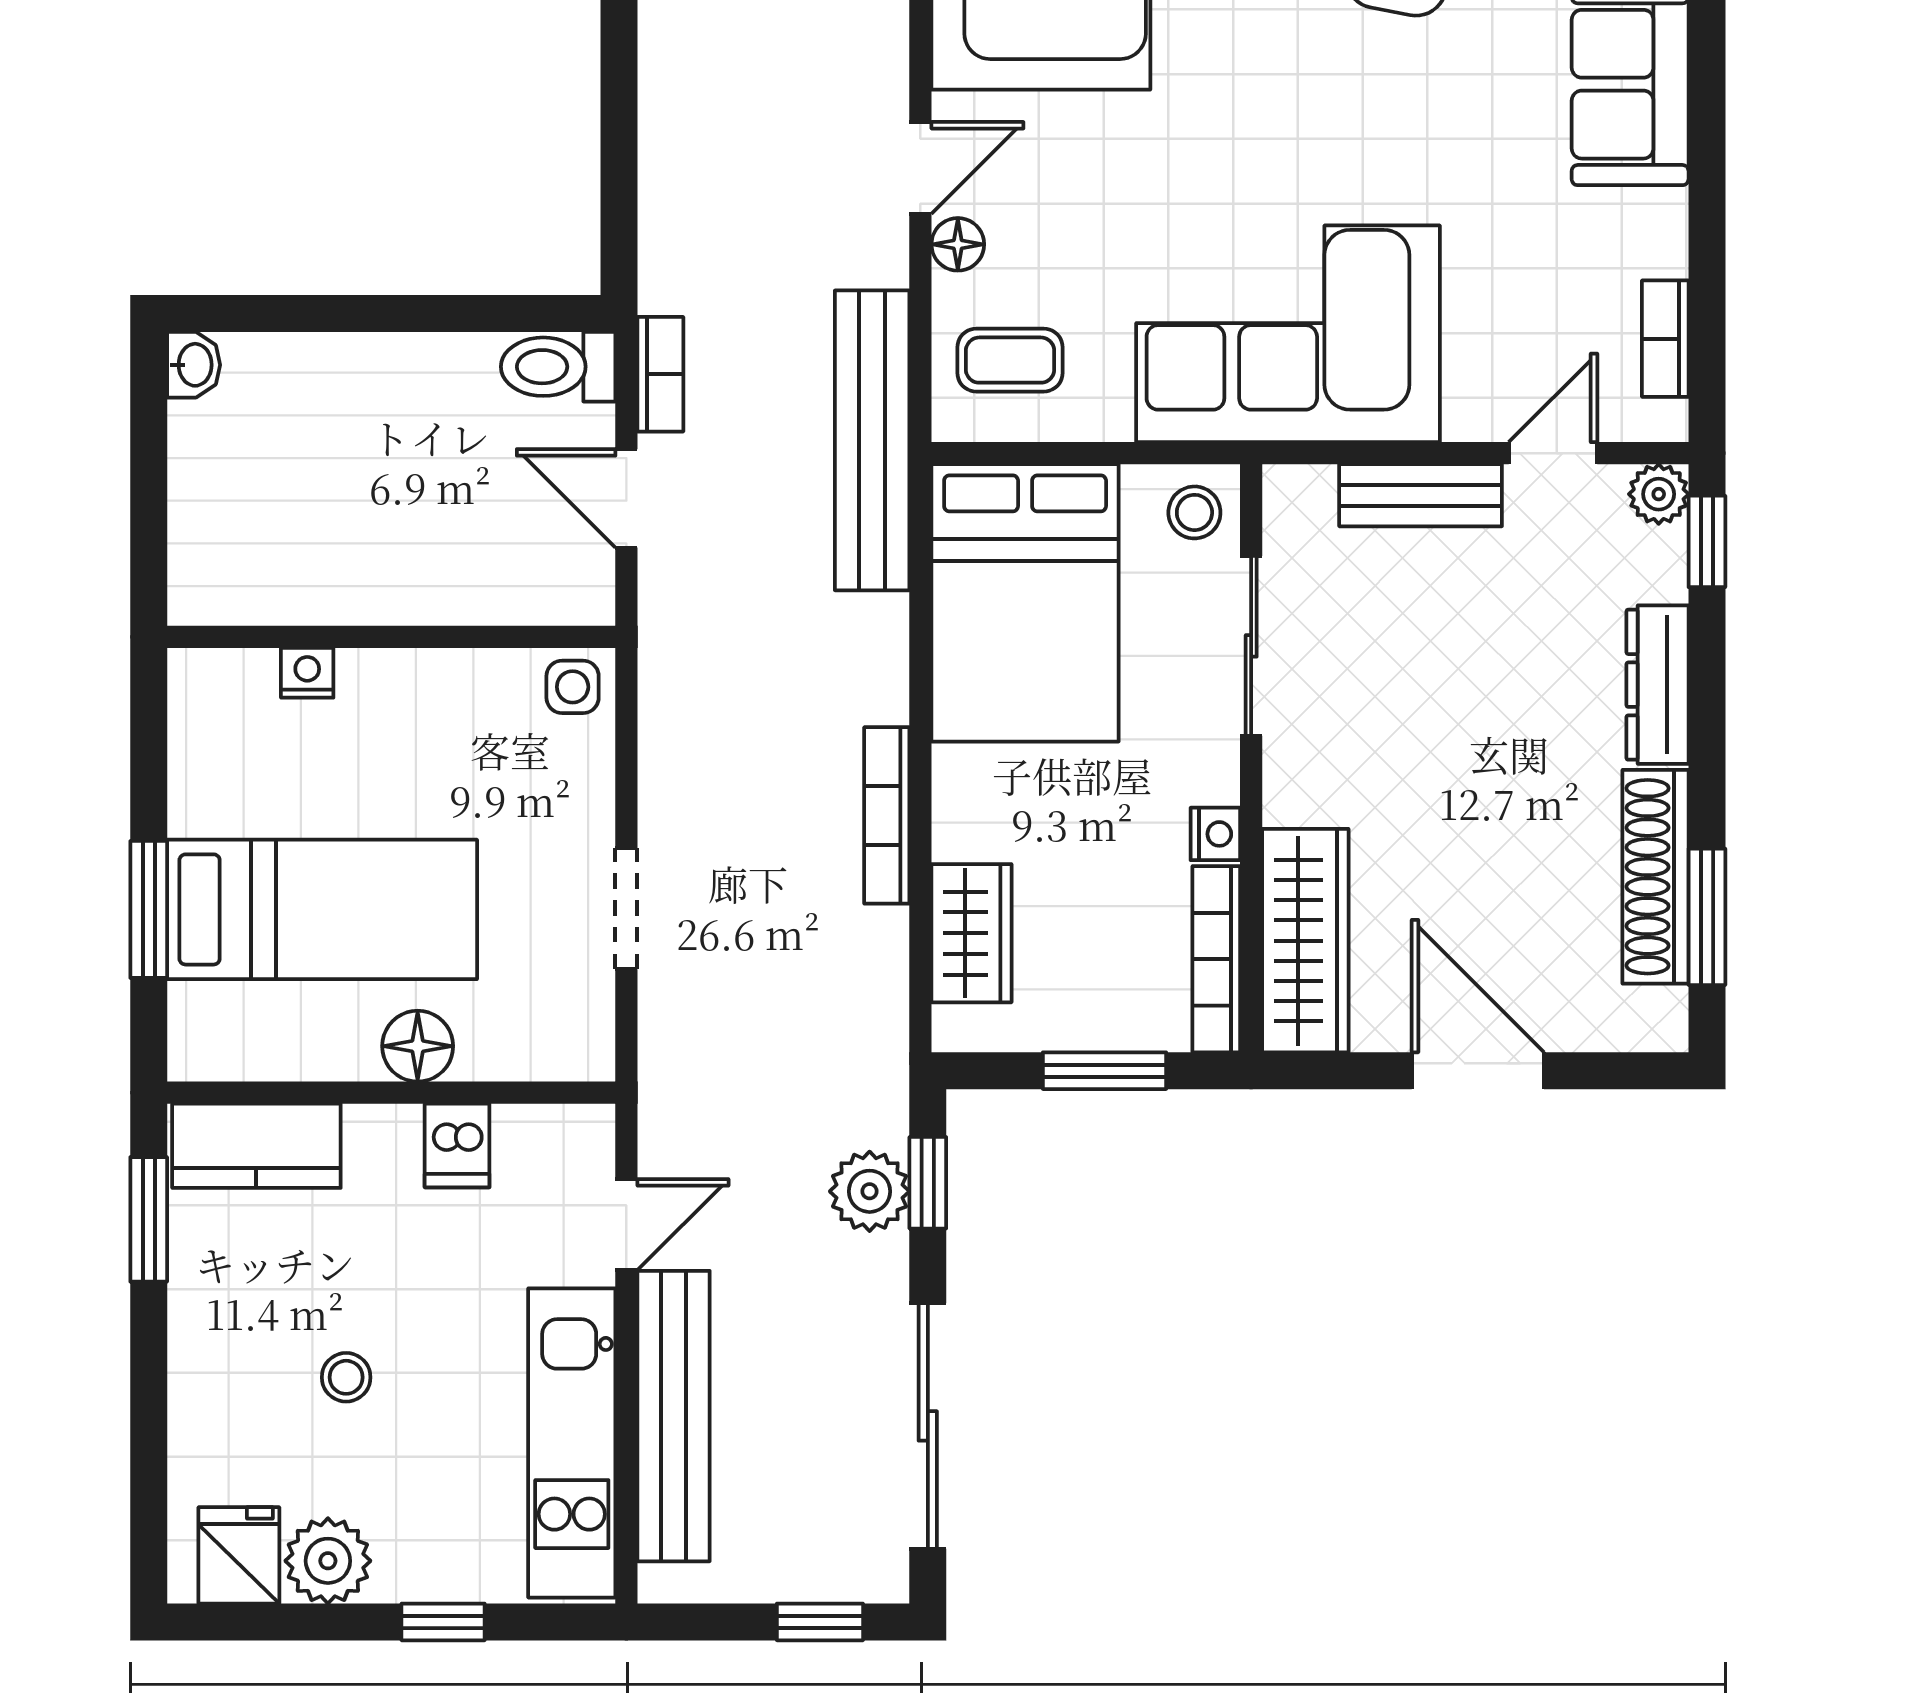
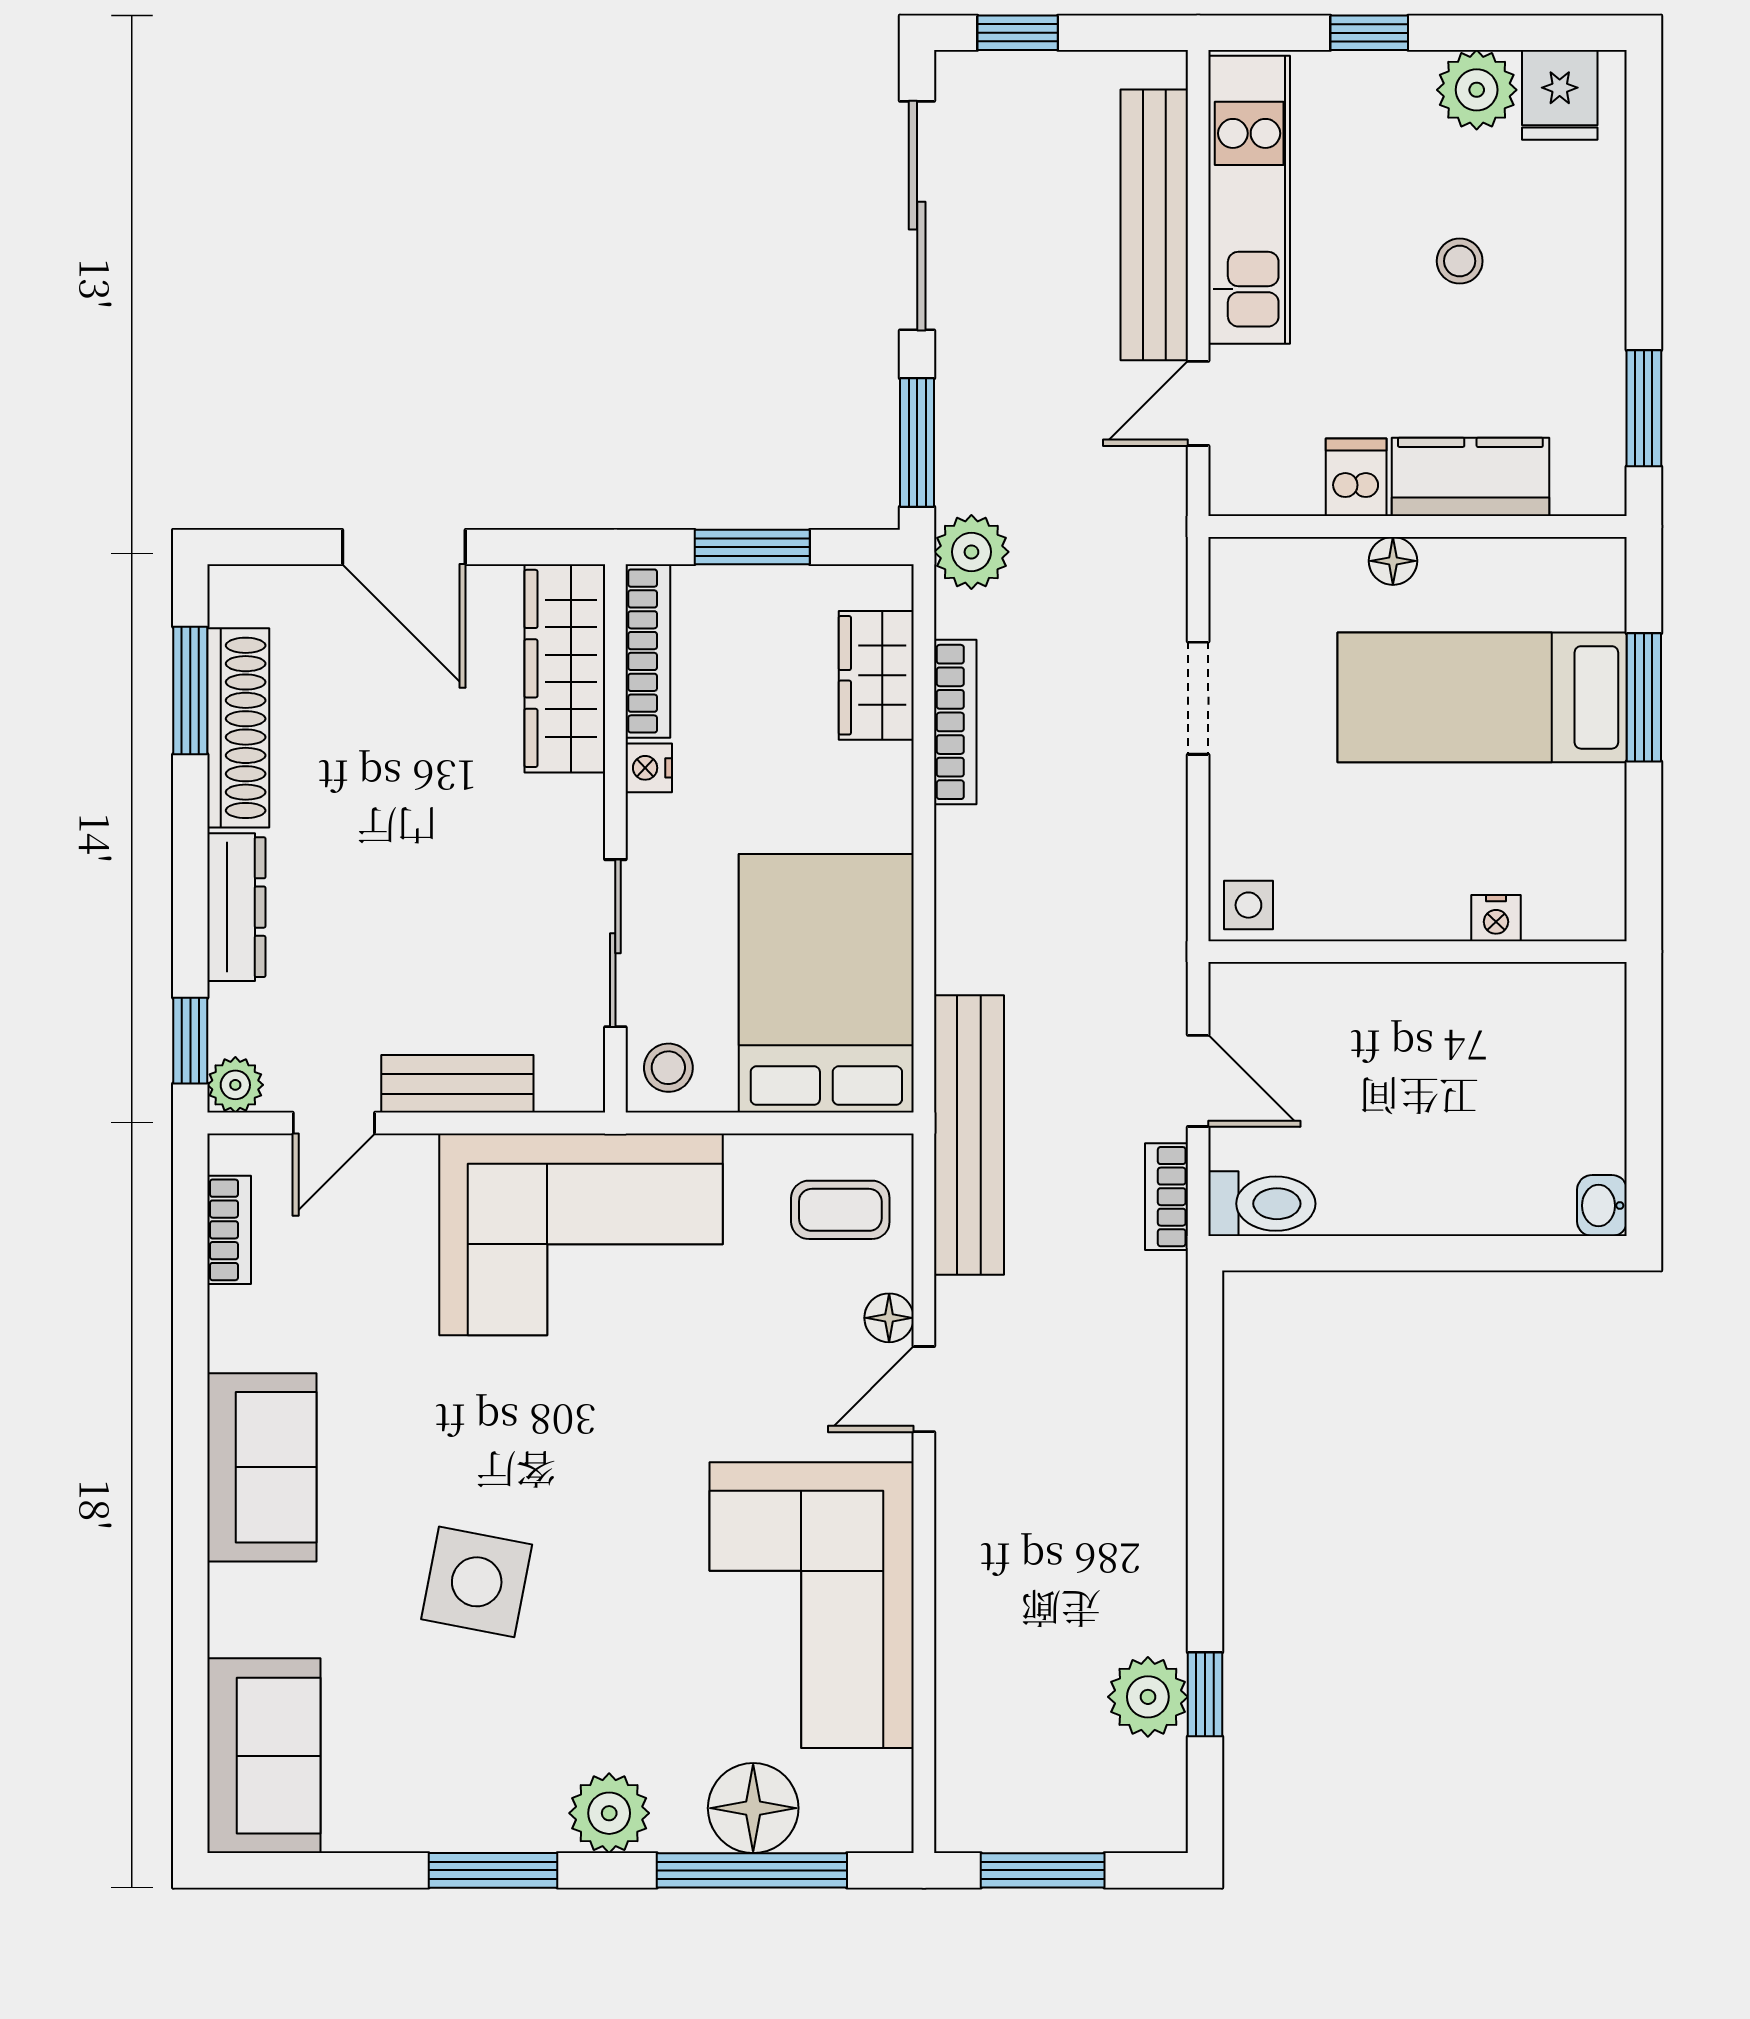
bookcase: (887, 815) -> (955, 722), moved
floor lamp: (418, 1046) -> (1393, 561), width x0.73, depth x0.73
kitchen counter: (256, 1146) -> (1470, 477), moved
window: (928, 1183) -> (917, 442), width x1.50
plant: (870, 1191) -> (971, 552), moved

